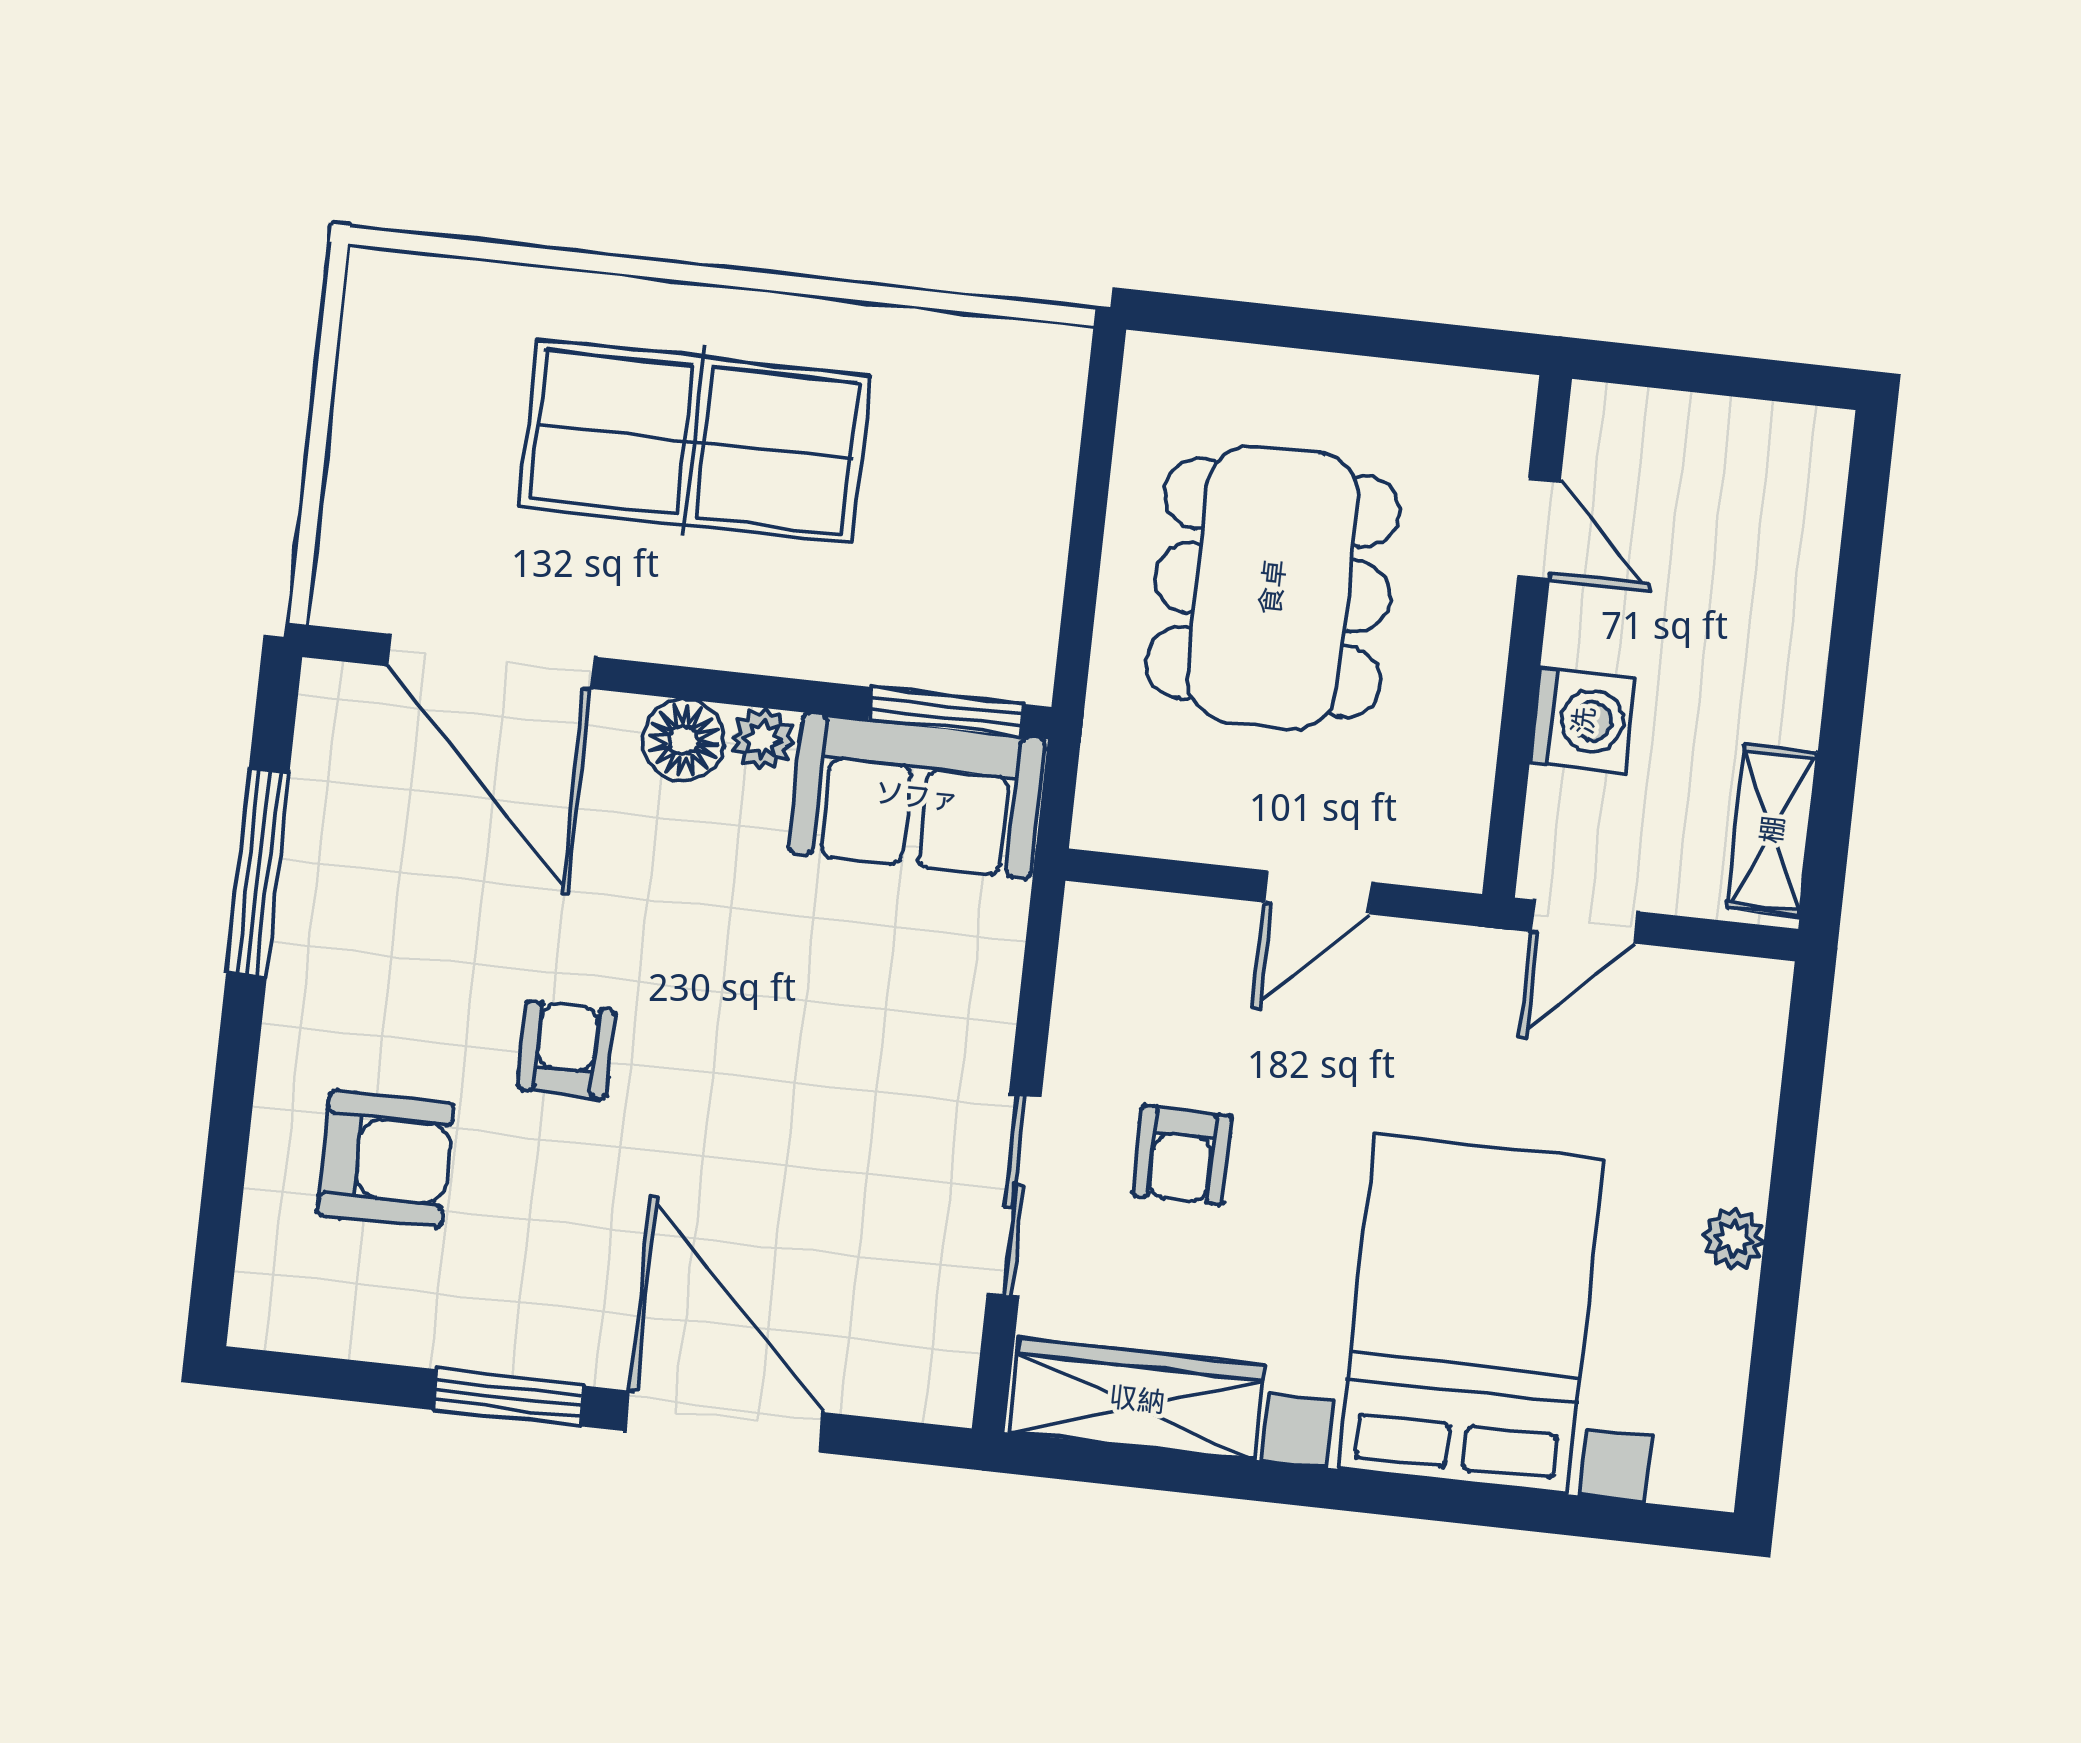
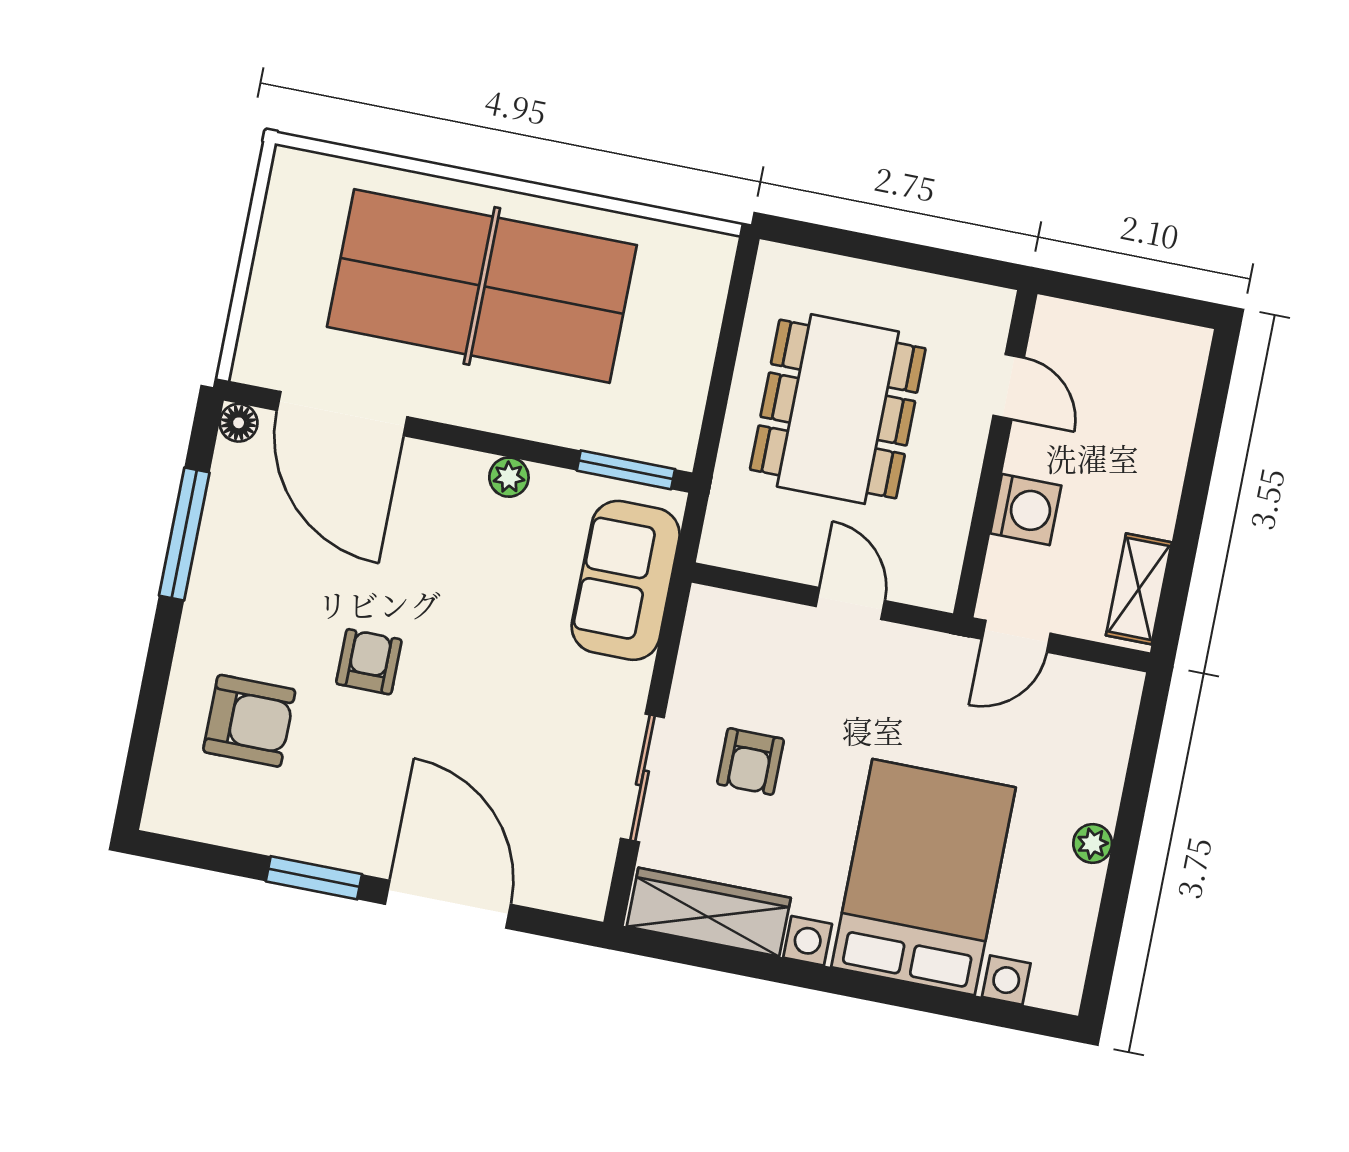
table tennis table: (694, 441) -> (482, 286), width x1.36, depth x1.32
floor lamp: (683, 740) -> (239, 423), moved, width x0.73, depth x0.73
sofa: (917, 796) -> (626, 580), moved, turned 90
door: (1318, 892) -> (850, 603), swing flipped

